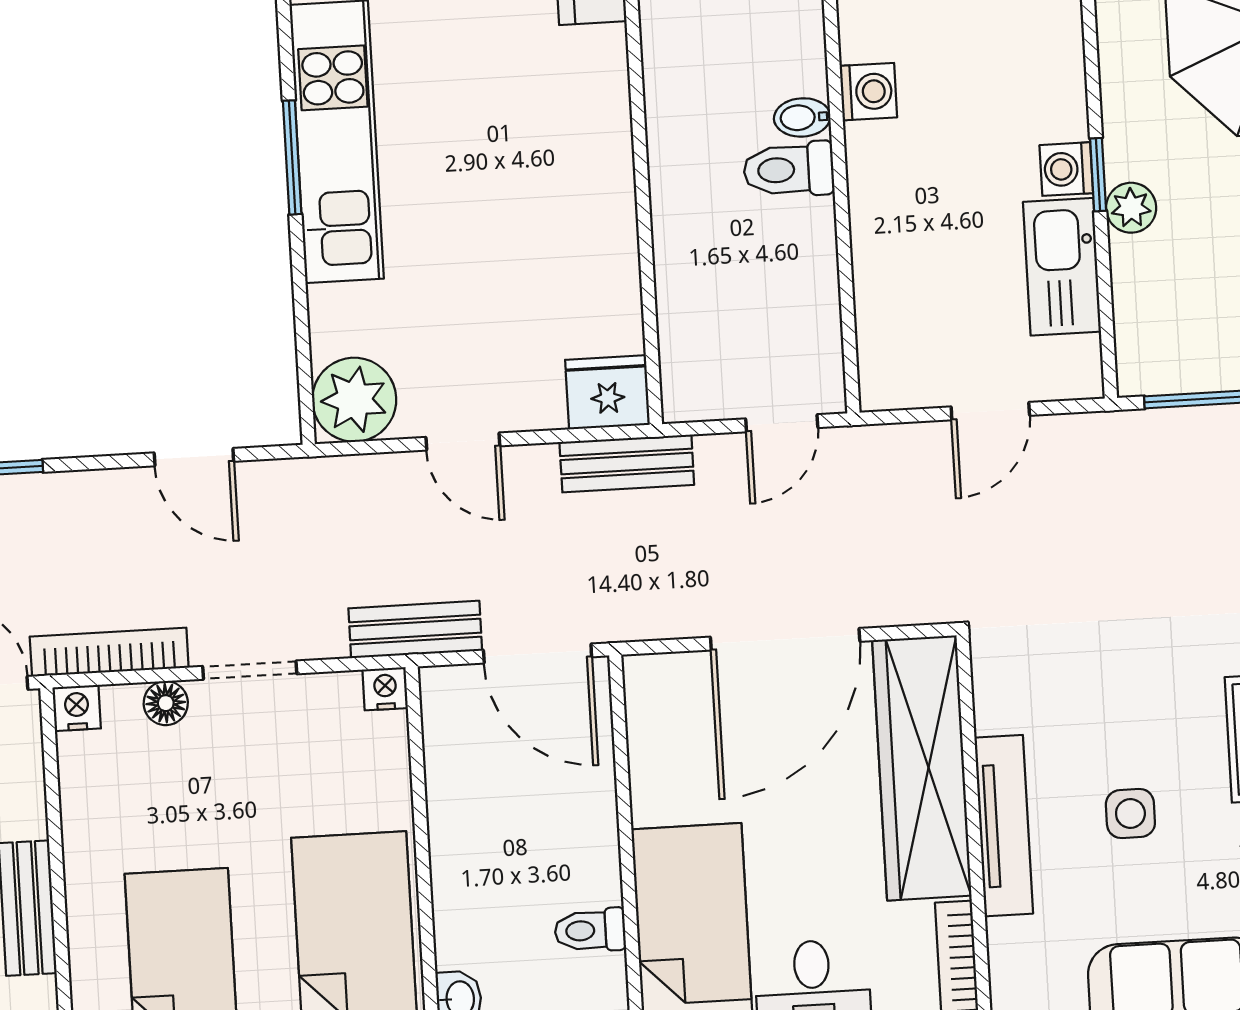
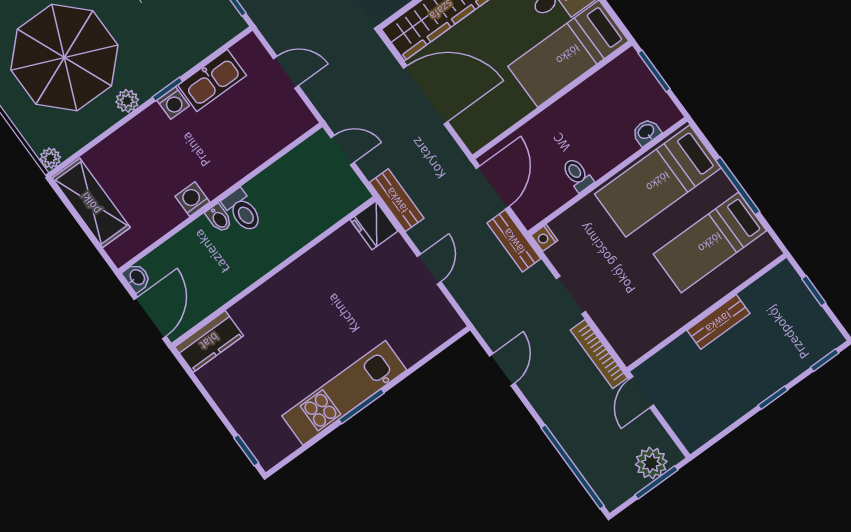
plant: (1131, 208) -> (127, 101), moved
plant: (354, 400) -> (440, 322), removed
floor lamp: (166, 703) -> (605, 319), removed
nightstand: (77, 708) -> (629, 353), removed
toilet: (590, 930) -> (577, 175), moved, turned 180

